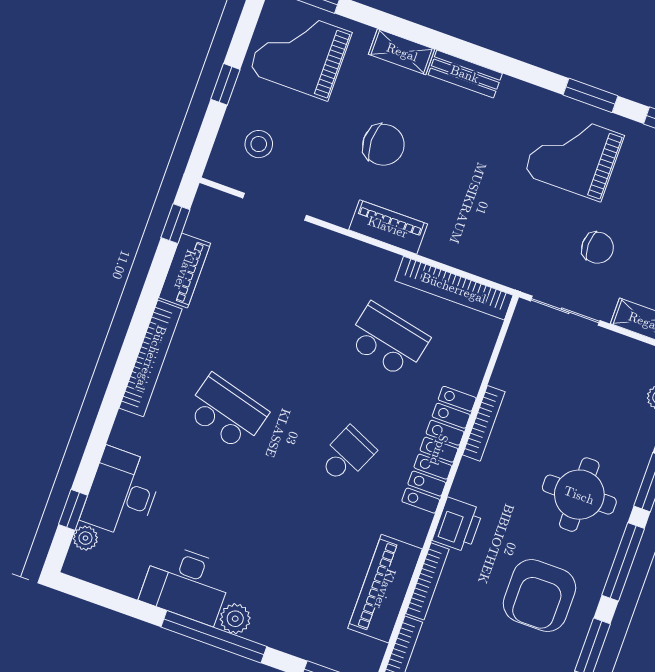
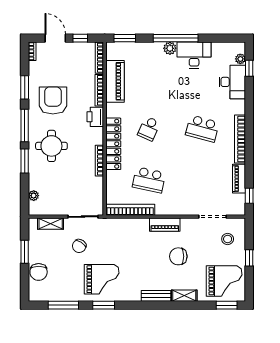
chair: (598, 248) -> (79, 246), turned -57

